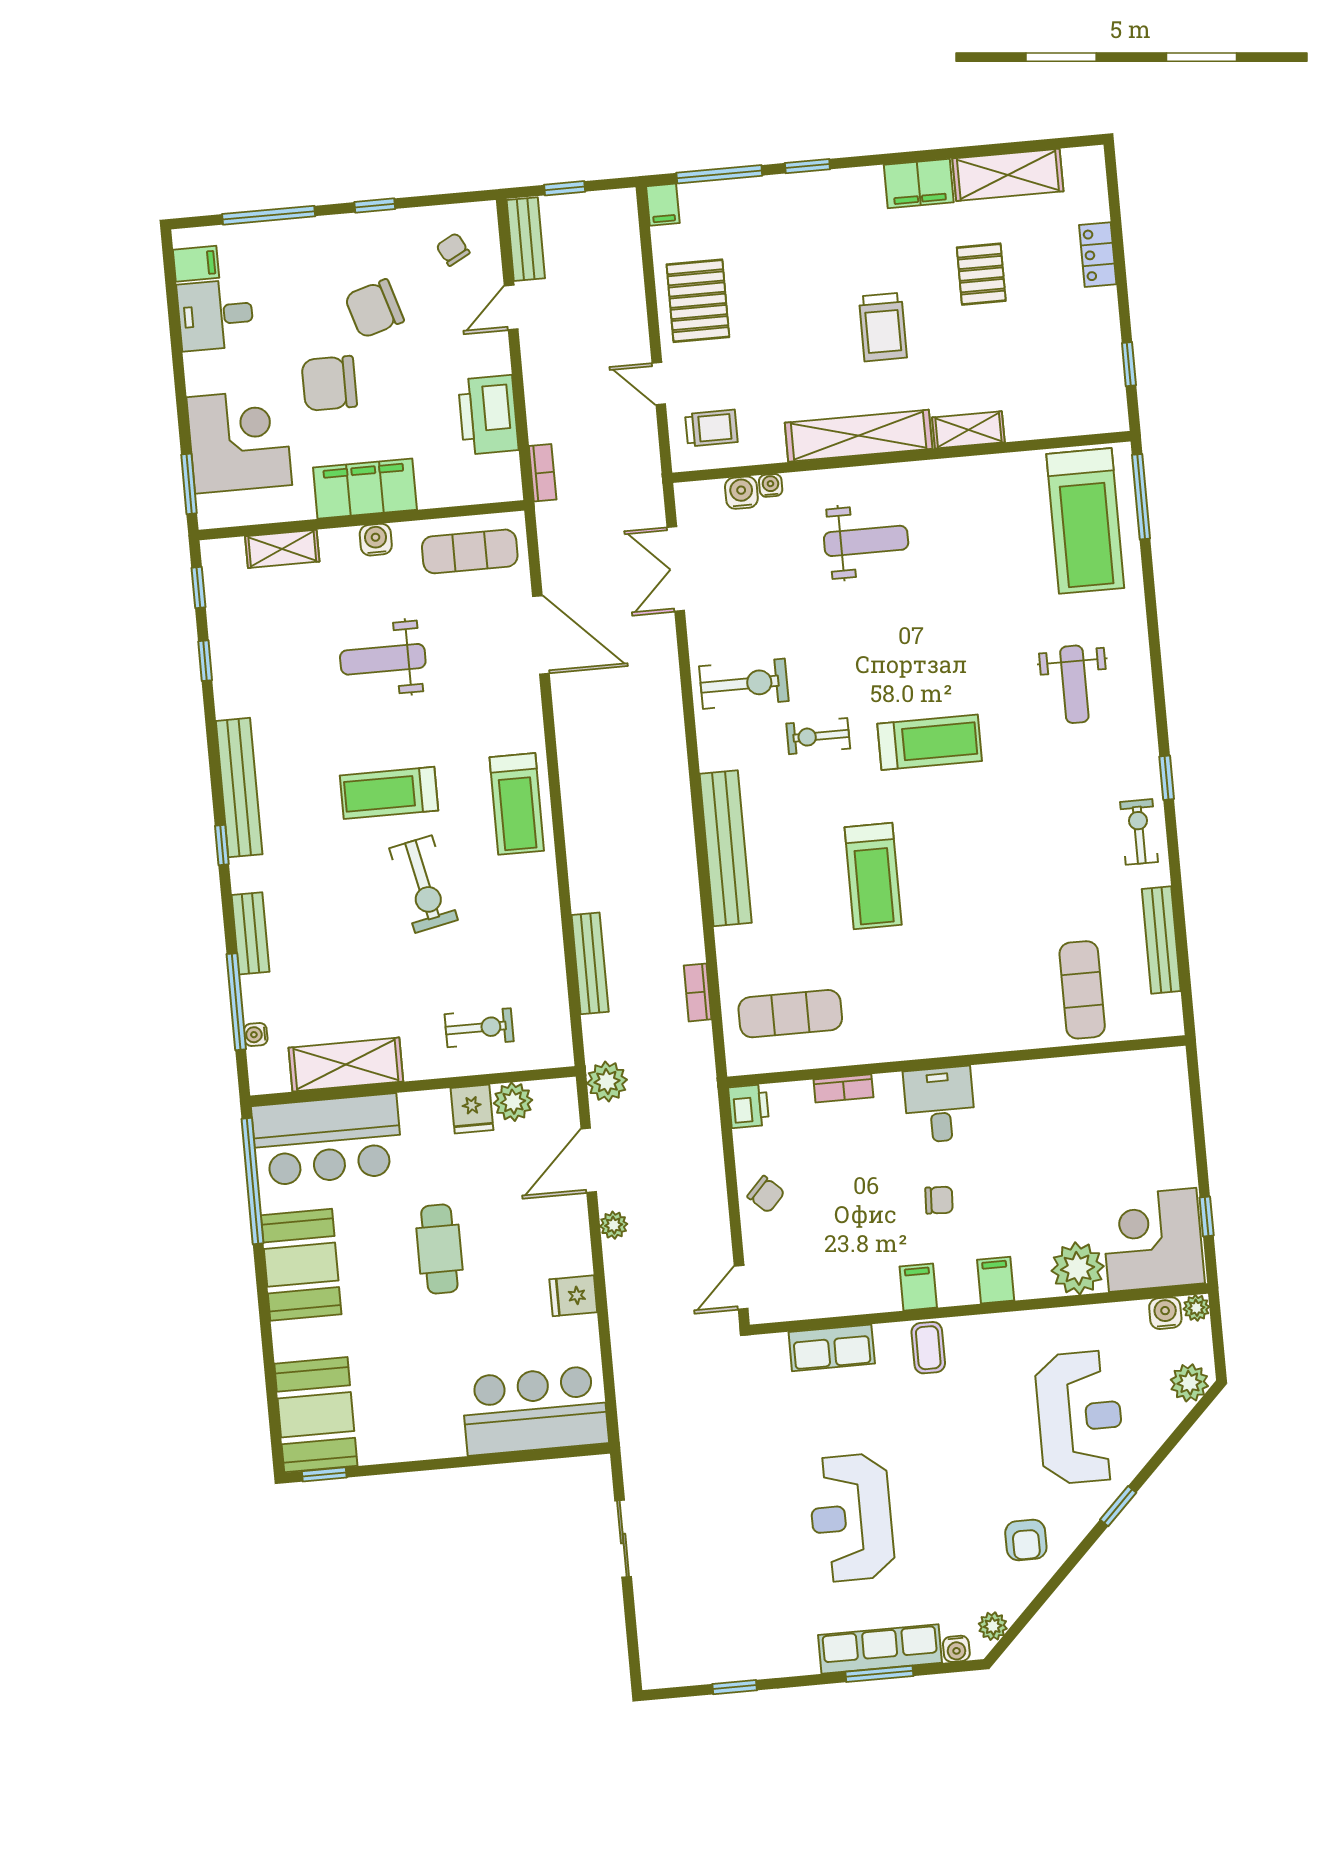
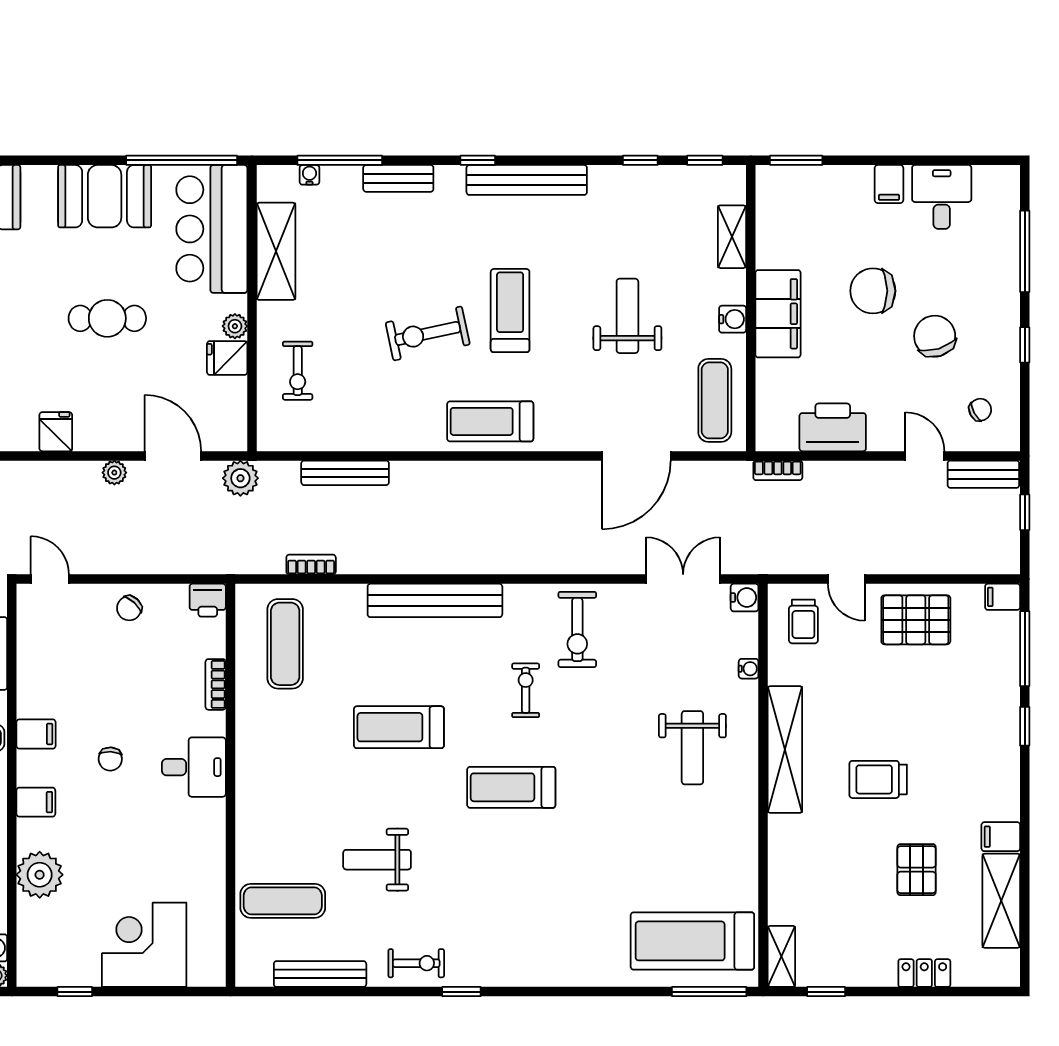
filing cabinet: (919, 183) -> (1001, 837), width x0.50
filing cabinet: (196, 264) -> (889, 184), moved
pallet: (981, 274) -> (917, 870), turned 90
chair: (329, 383) -> (873, 291), turned -90
door: (659, 384) -> (846, 579), swing flipped
shelving: (968, 430) -> (781, 956), moved
corner desk: (239, 441) -> (830, 208), removed
water cooler: (741, 493) -> (745, 598), moved
weight bench: (1074, 684) -> (377, 860), moved
treadmill: (930, 742) -> (511, 787), turned 90
plant: (513, 1102) -> (235, 326), moved, width x0.73, depth x0.73
corner desk: (1153, 1240) -> (144, 945), moved, turned -90

